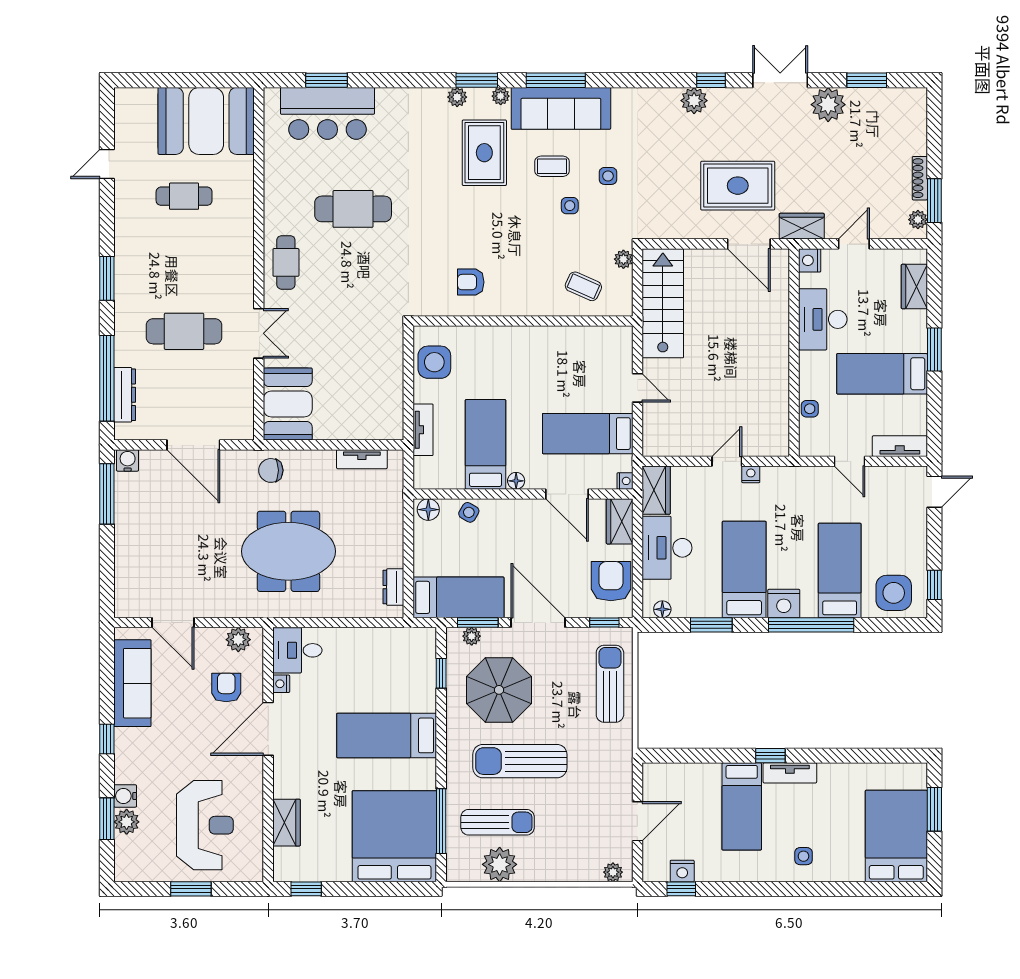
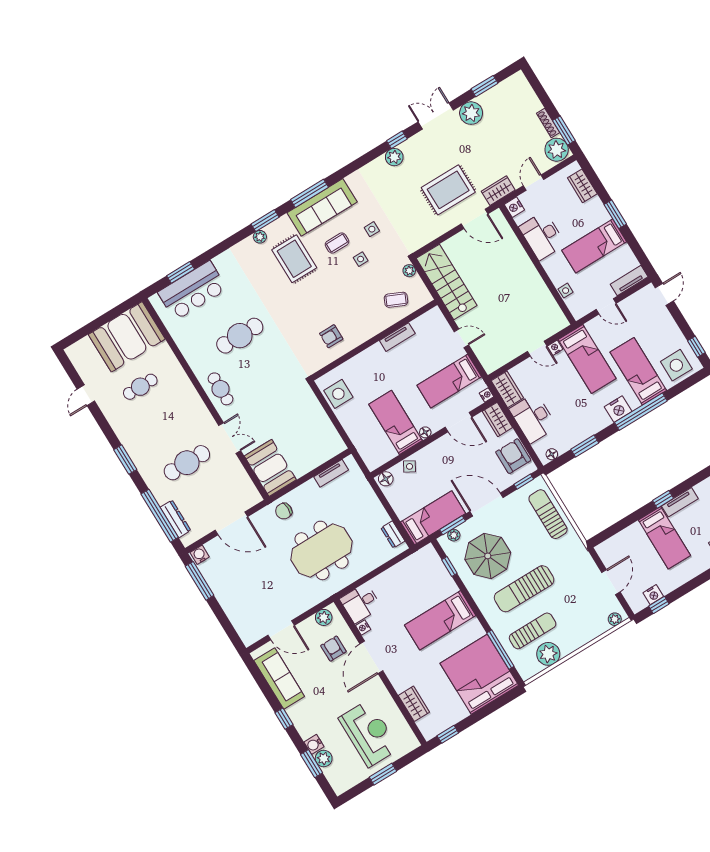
plant: (501, 96) -> (284, 221), removed
plant: (918, 220) -> (557, 150), width x1.88, depth x1.88
tv unit: (423, 430) -> (397, 337), moved, turned 90
door: (727, 461) -> (537, 349), swing flipped
bed: (744, 569) -> (587, 359), moved, turned 180

